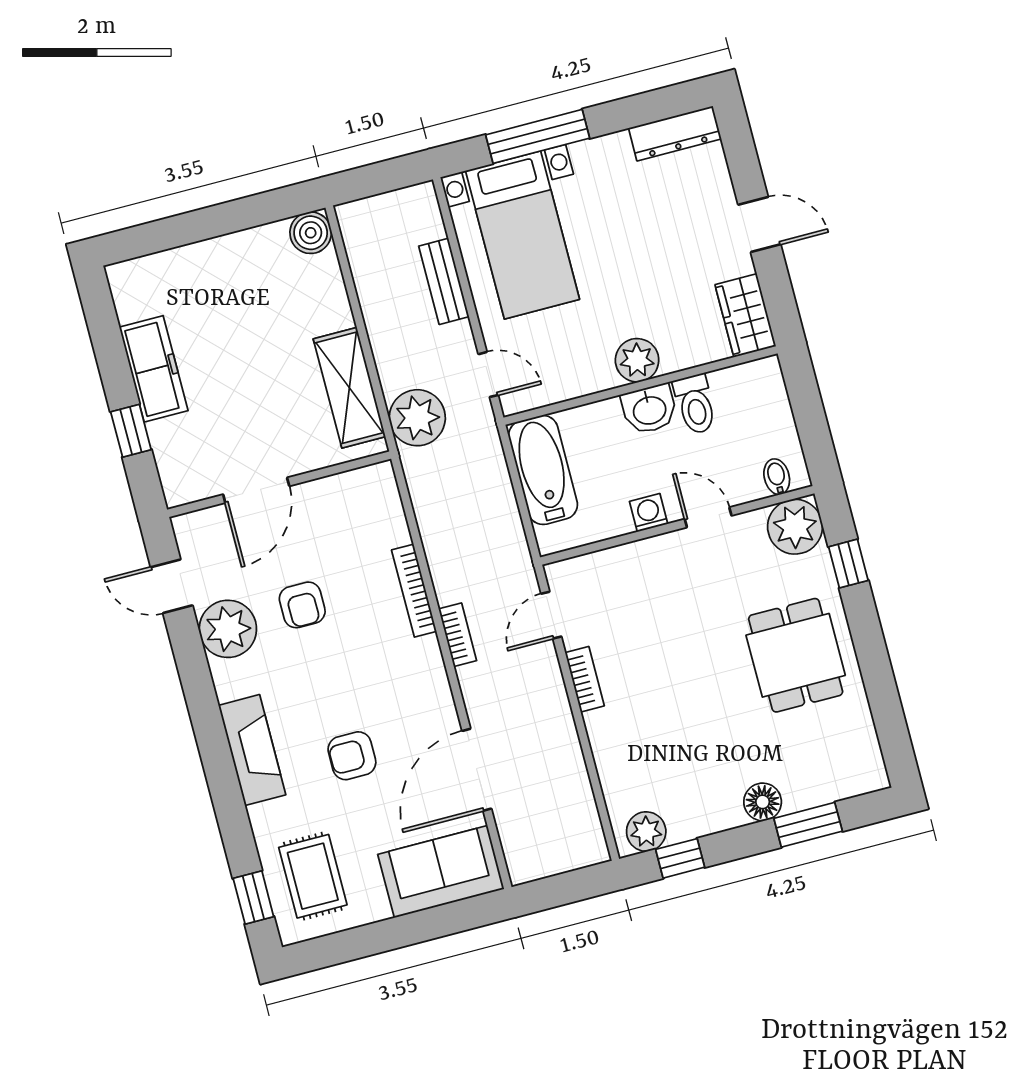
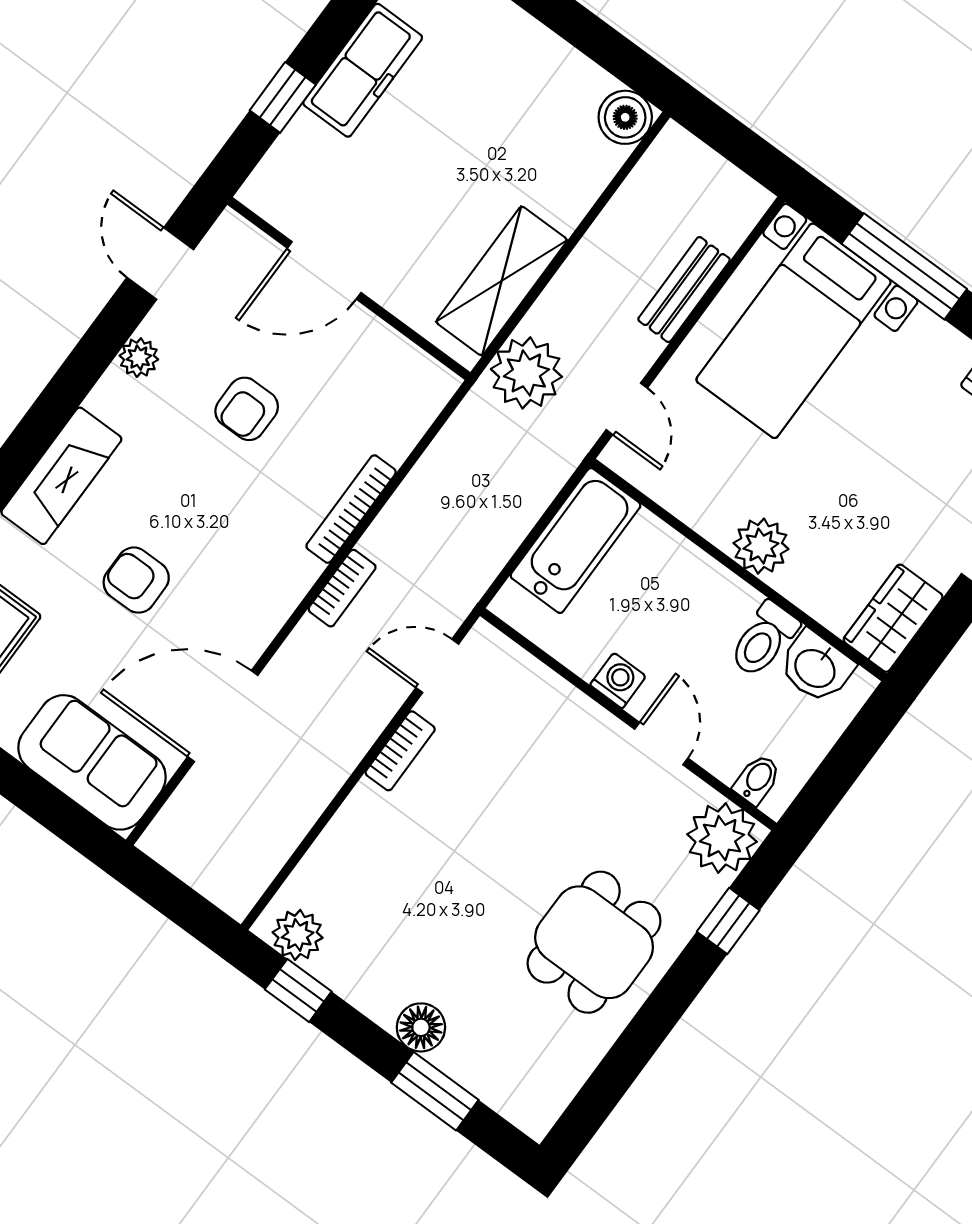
washbasin: (649, 409) -> (816, 667), moved
plant: (228, 629) -> (139, 358), width x0.53, depth x0.53

